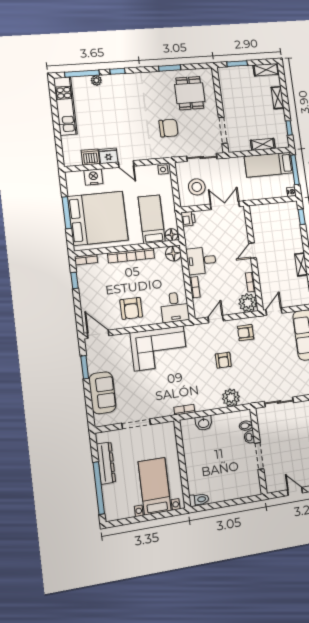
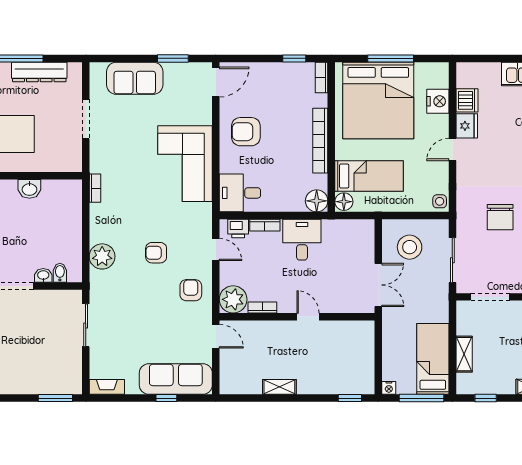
printer: (188, 219) -> (238, 229), moved
washbasin: (204, 423) -> (29, 189), moved, turned -90

